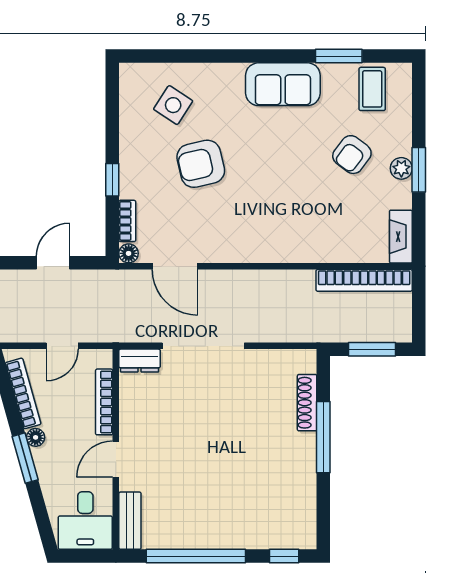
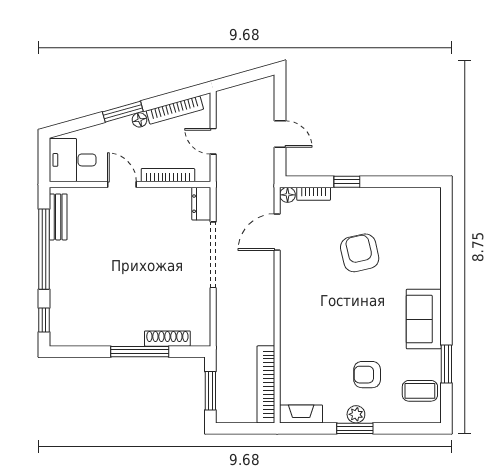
side table: (173, 105) -> (407, 231), removed
armchair: (352, 155) -> (367, 375), turned -37
bench: (130, 521) -> (58, 217), moved, turned 90

